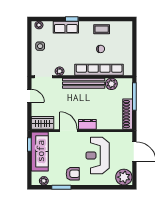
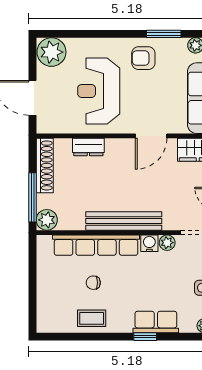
water cooler: (69, 71) -> (149, 243), added
plant: (111, 84) -> (47, 220), moved
dresser: (87, 124) -> (88, 147), moved
door: (68, 131) -> (151, 136), hinge flipped
reception desk: (98, 155) -> (99, 91), turned 180

